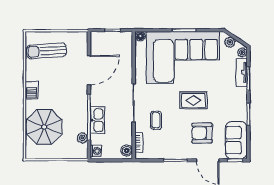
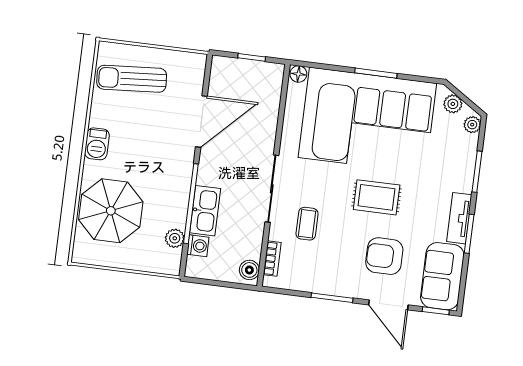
tv unit: (242, 72) -> (459, 218), moved
washing machine: (96, 151) -> (198, 246), moved

